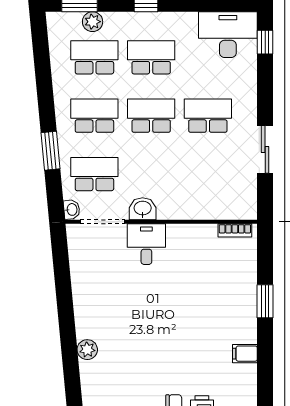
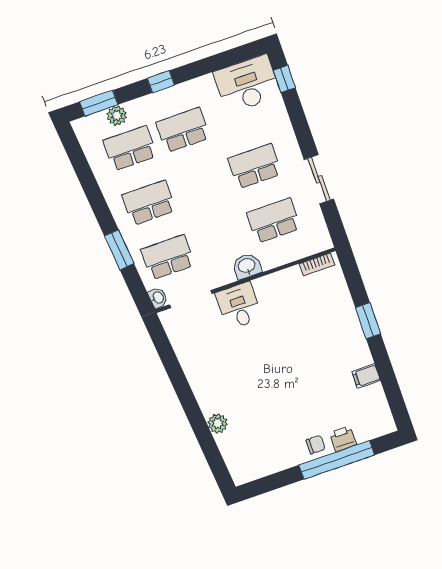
school desk: (151, 116) -> (274, 221), moved
washbasin: (143, 209) -> (247, 266), moved

